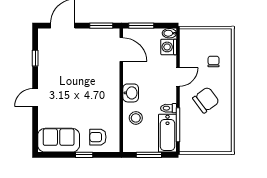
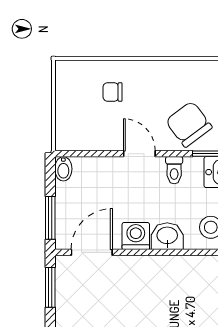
washing machine: (169, 47) -> (136, 236), moved, turned 180
chair: (206, 100) -> (189, 124), moved
toilet: (169, 108) -> (174, 170), moved

